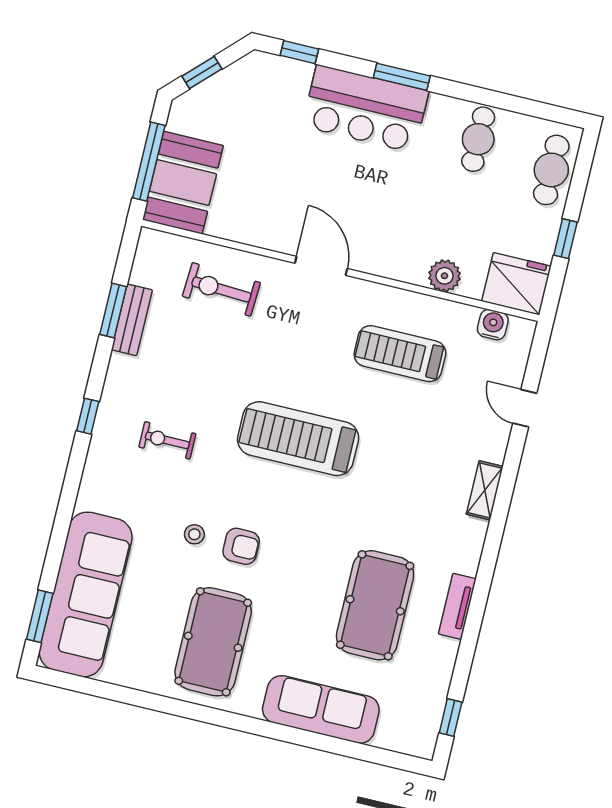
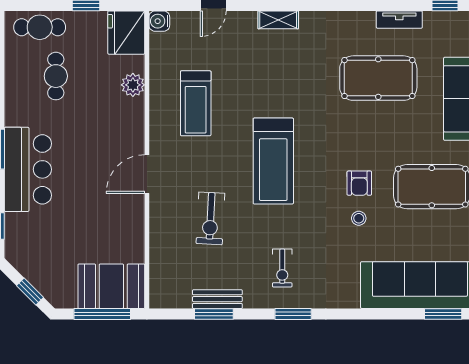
cafe table: (478, 139) -> (56, 76), moved, turned 90
exercise bike: (221, 289) -> (210, 218), moved
water cooler: (493, 325) -> (159, 21), moved
window: (88, 416) -> (293, 314), width x1.50
exercise bike: (167, 440) -> (282, 268), moved
armchair: (241, 546) -> (359, 183), turned 180
tv unit: (457, 606) -> (399, 20), moved

